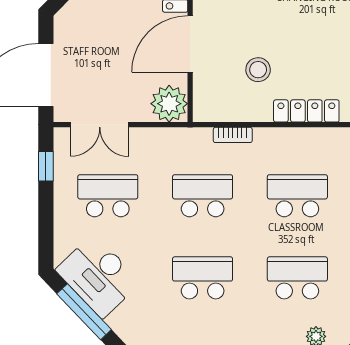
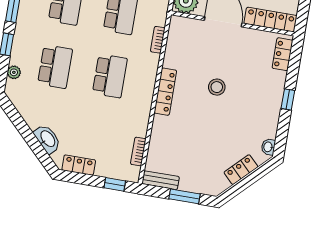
stool: (258, 70) -> (217, 87), moved

